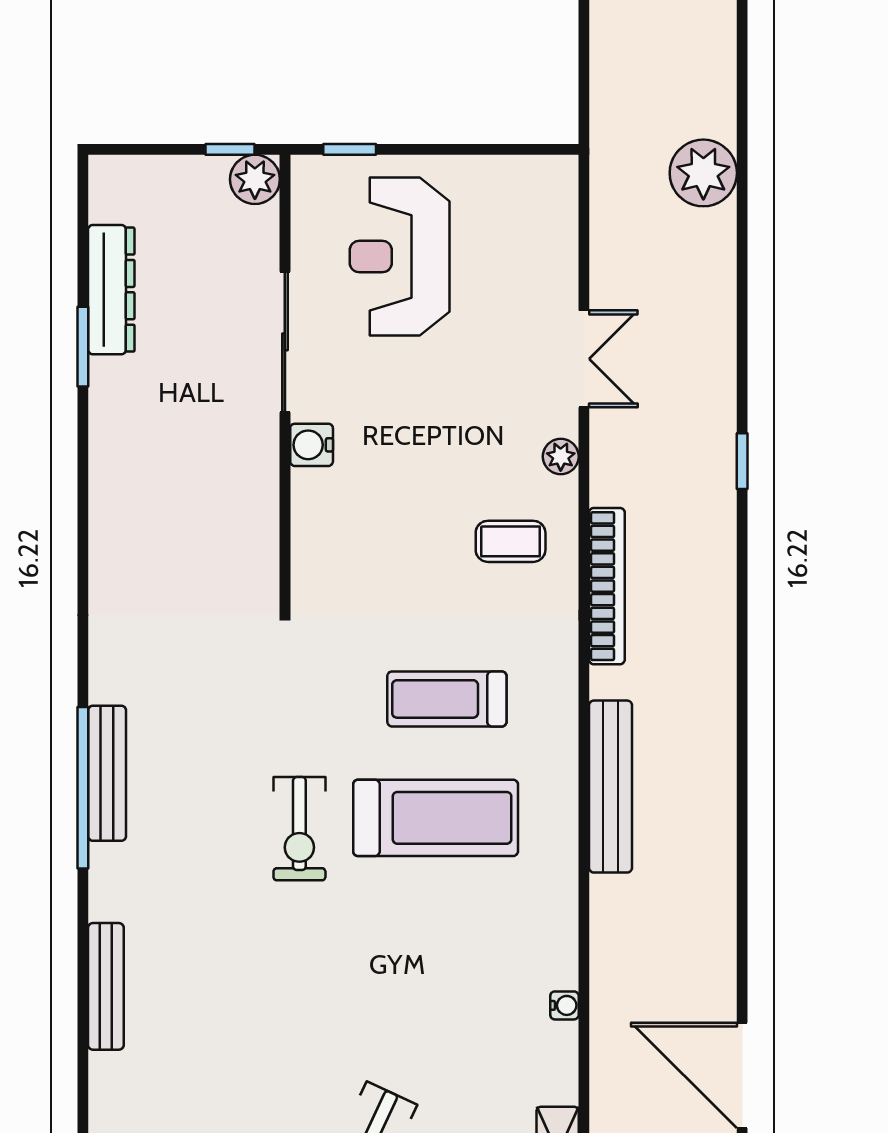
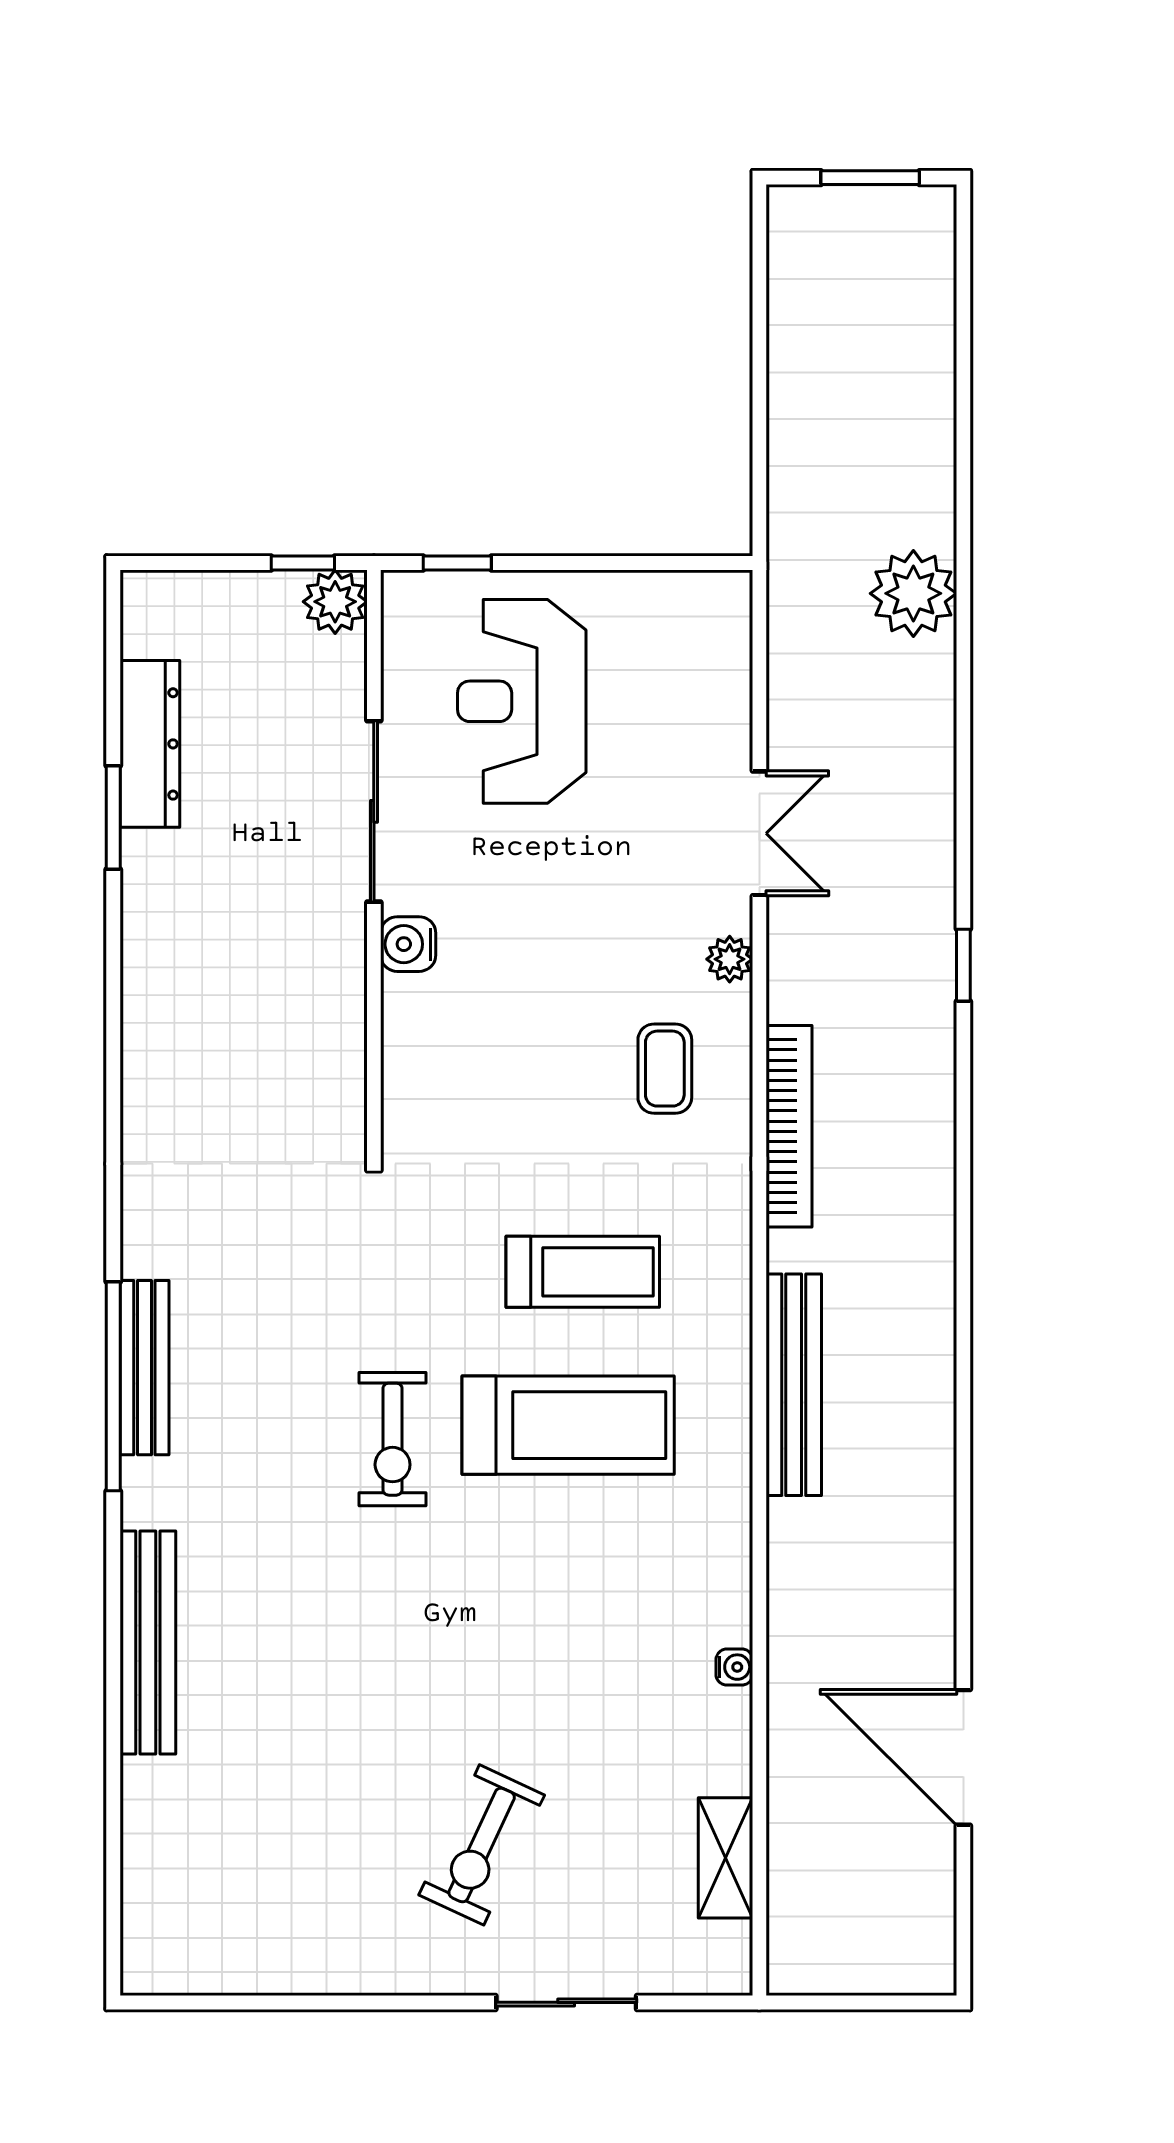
coffee table: (511, 541) -> (665, 1069), turned 90
treadmill: (447, 699) -> (583, 1272), turned 180
bench: (106, 986) -> (148, 1643), width x1.37, depth x1.21

